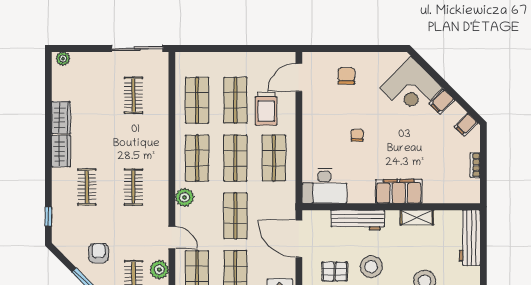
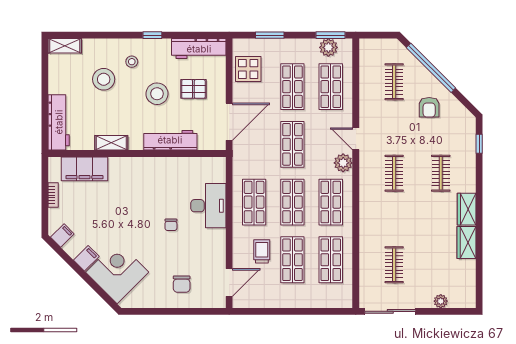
plant: (63, 59) -> (441, 301), moved
trolley: (266, 109) -> (262, 251), width x0.73, depth x0.72
desk: (324, 186) -> (208, 206), moved, turned 90
filing cabinet: (399, 191) -> (84, 169), moved
door: (172, 238) -> (356, 139), moved
door: (299, 239) -> (229, 122), hinge flipped
plant: (159, 270) -> (368, 91), removed

